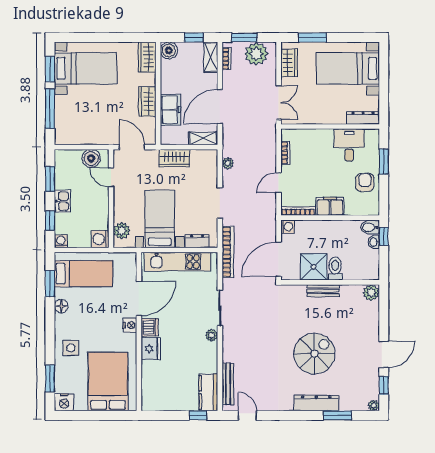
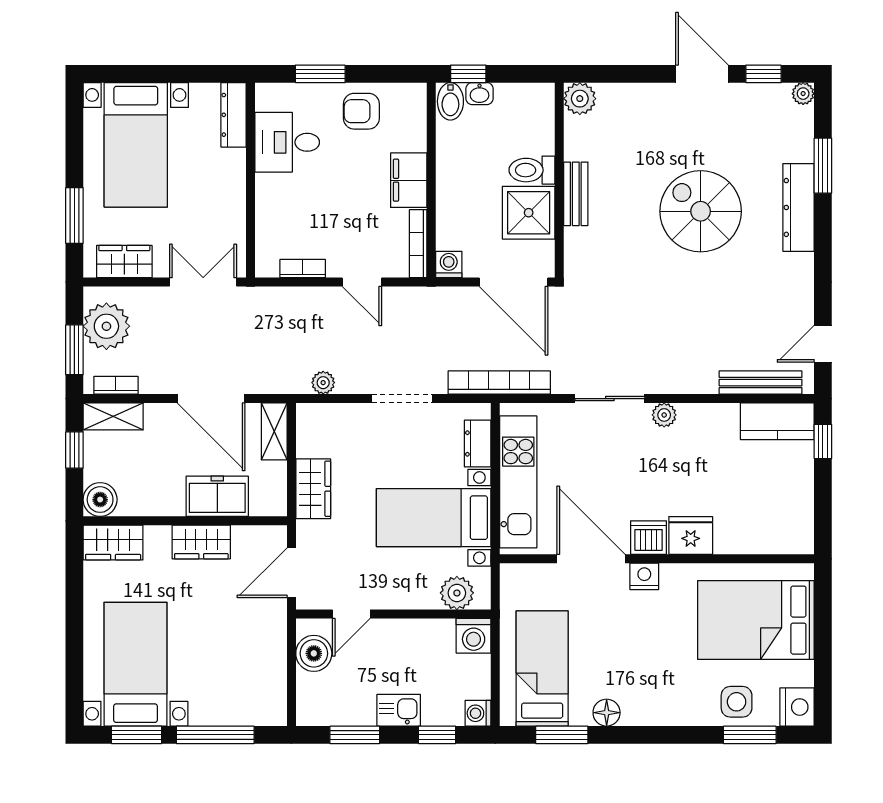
side table: (71, 348) -> (737, 702), moved

